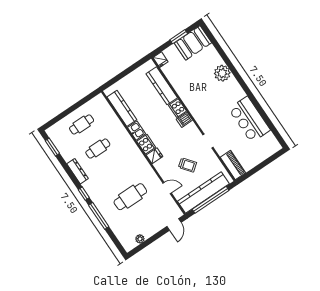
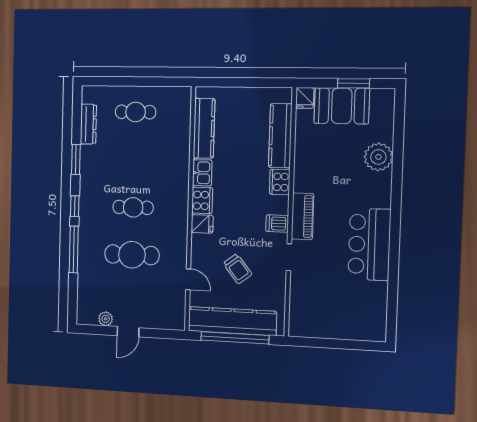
booth: (193, 43) -> (342, 106), moved
plant: (222, 73) -> (378, 157), moved
bar counter: (249, 119) -> (369, 244), moved
dishwasher: (184, 120) -> (277, 224), moved
window: (52, 147) -> (76, 159), moved
cafe table: (98, 149) -> (133, 207), moved
piano: (233, 165) -> (302, 216), moved
dresser: (78, 171) -> (88, 124), moved
door: (174, 224) -> (128, 332), moved

